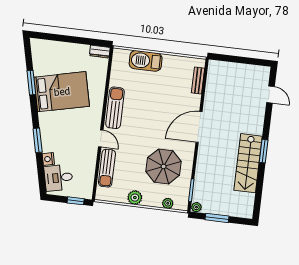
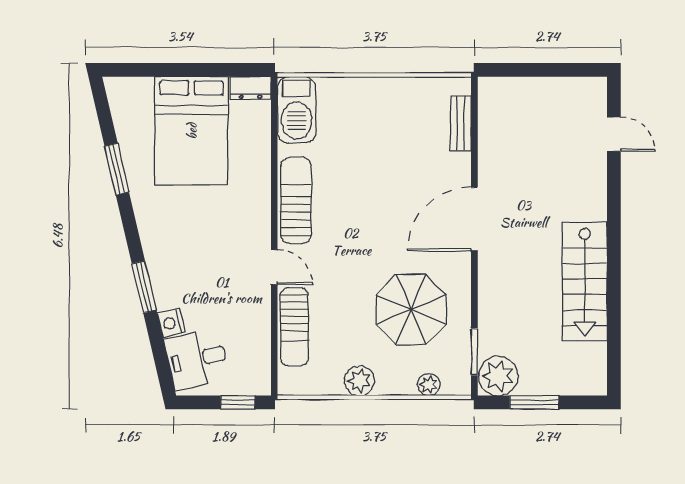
barbecue: (146, 61) -> (297, 110), moved, turned -90
bed: (62, 92) -> (192, 131), moved, turned 103
window: (264, 151) -> (614, 253), removed
plant: (196, 207) -> (498, 376), width x1.88, depth x1.88

